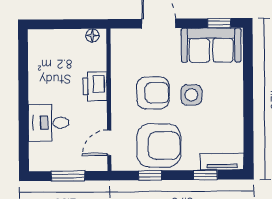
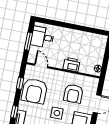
armchair: (153, 93) -> (73, 94), moved
desk: (48, 123) -> (42, 37), moved, turned -90

